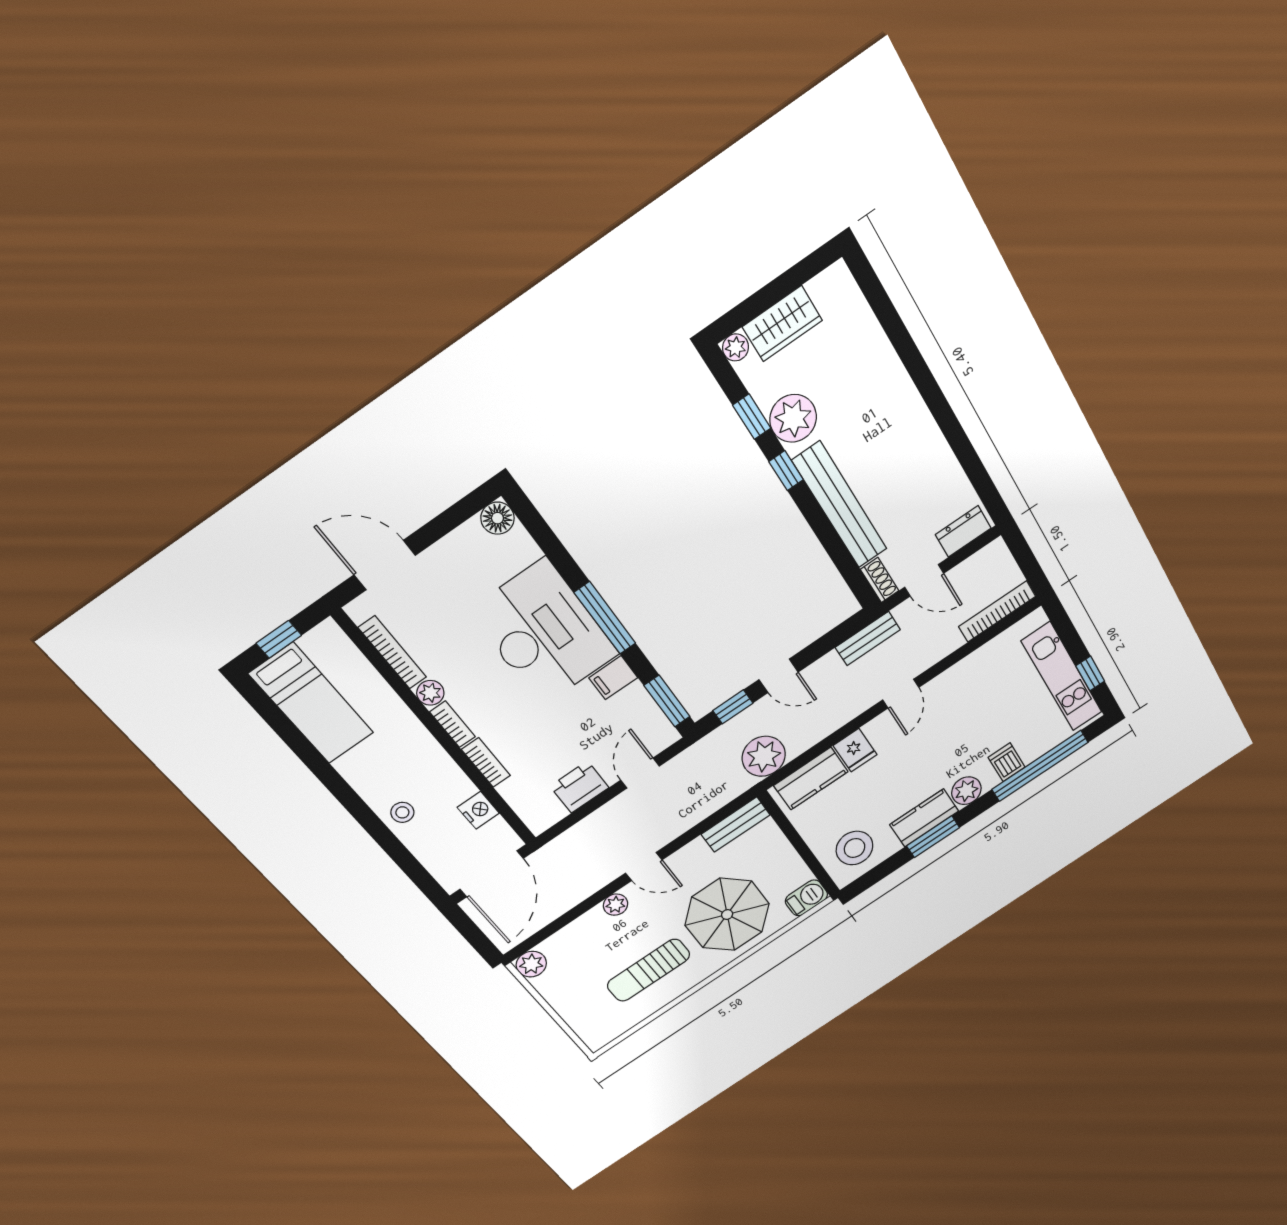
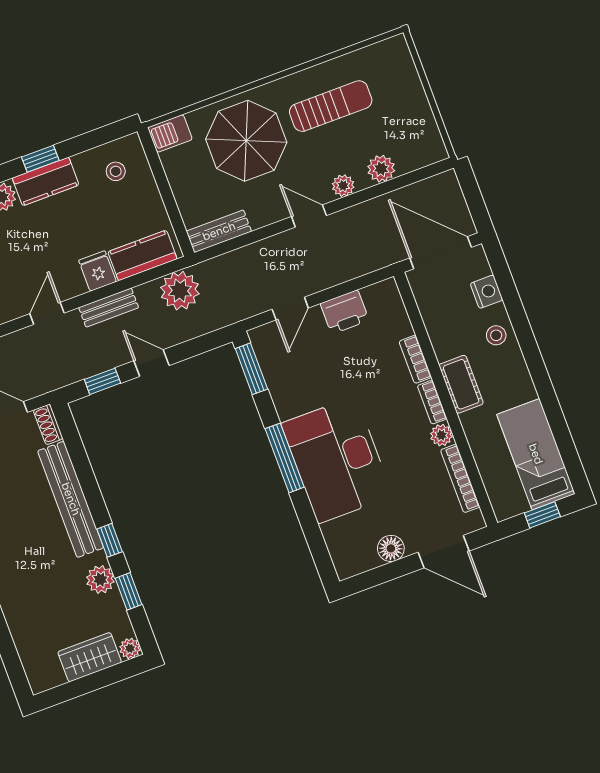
plant: (793, 418) -> (100, 579), width x0.73, depth x0.73
floor lamp: (497, 518) -> (391, 548), moved
bench: (868, 639) -> (109, 308), moved
filing cabinet: (613, 678) -> (291, 404), removed
window: (733, 707) -> (102, 381), moved
cot: (425, 752) -> (461, 384), added
nightstand: (478, 810) -> (486, 292), moved, turned 180
window: (933, 837) -> (40, 159), width x0.67
stool: (855, 848) -> (116, 171), width x0.53, depth x0.53
door: (492, 874) -> (441, 253), hinge flipped
plant: (531, 964) -> (381, 169), moved

